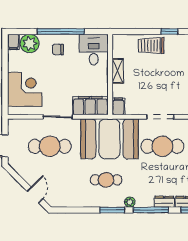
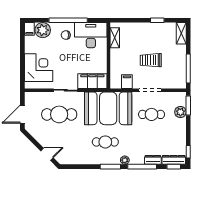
trolley: (151, 46) -> (151, 60), moved
desk: (94, 50) -> (91, 35), width x1.37
shelving: (118, 71) -> (115, 38), moved
filing cabinet: (118, 106) -> (127, 82), moved
cafe table: (162, 146) -> (152, 114), width x0.73, depth x0.74
door: (35, 195) -> (47, 154), hinge flipped

